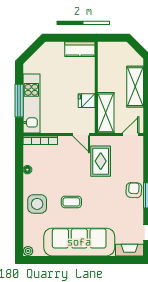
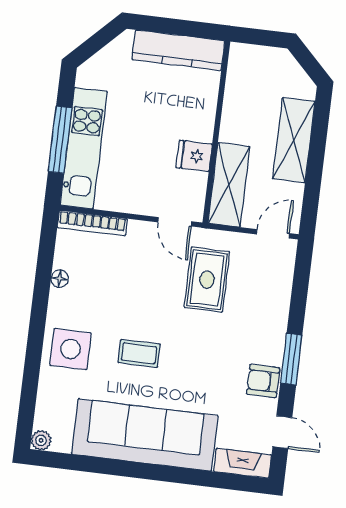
kitchen counter: (80, 49) -> (178, 50), width x1.50
armchair: (134, 190) -> (263, 381), moved, turned -93

